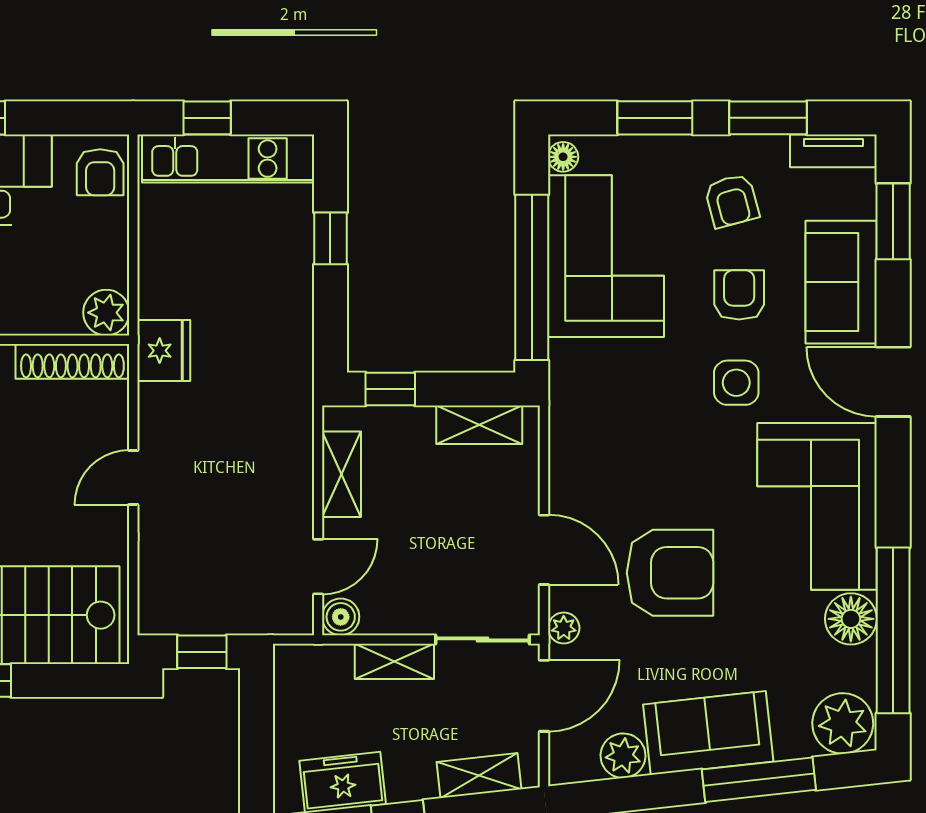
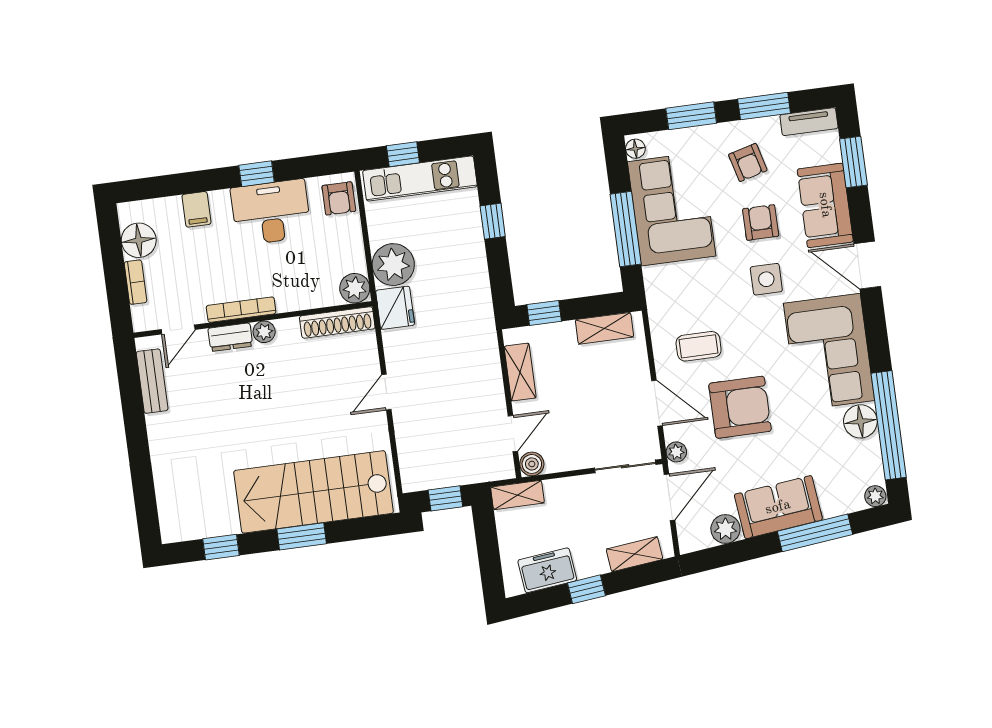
window: (532, 277) -> (626, 229), width x0.68
plant: (170, 284) -> (393, 265), added
coffee table: (619, 471) -> (699, 346), added
shelving: (394, 661) -> (517, 495), moved
plant: (843, 723) -> (875, 496), width x0.53, depth x0.53

